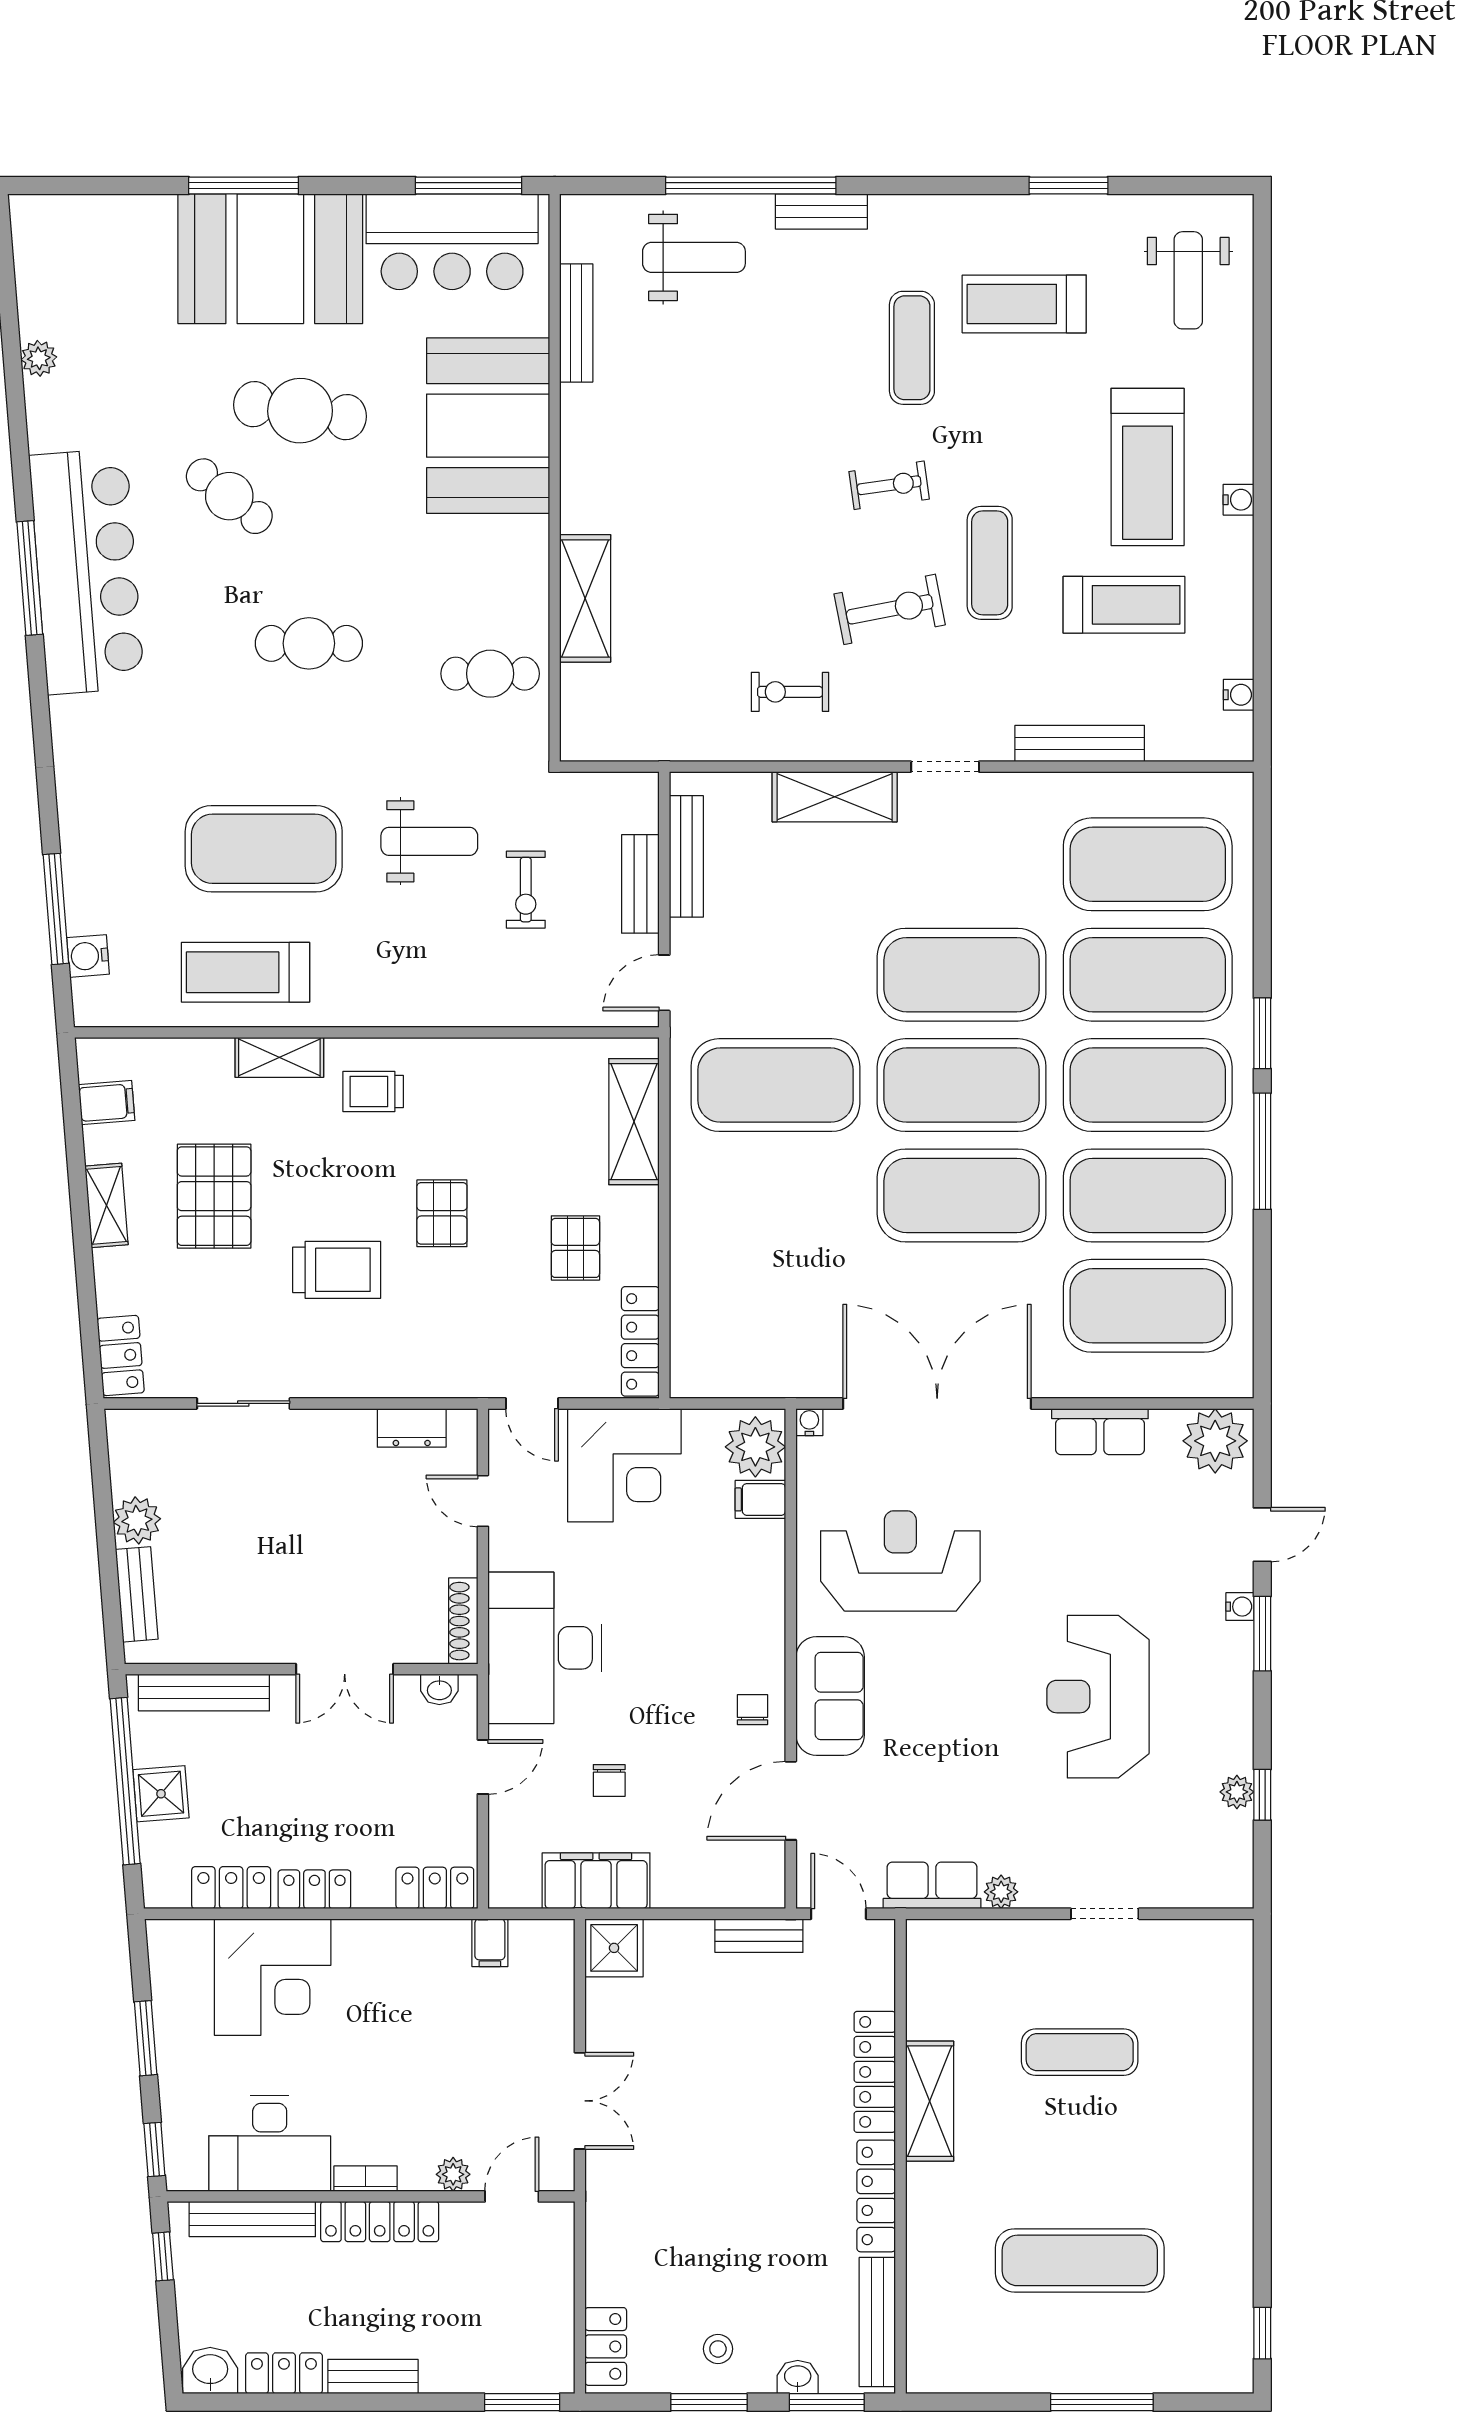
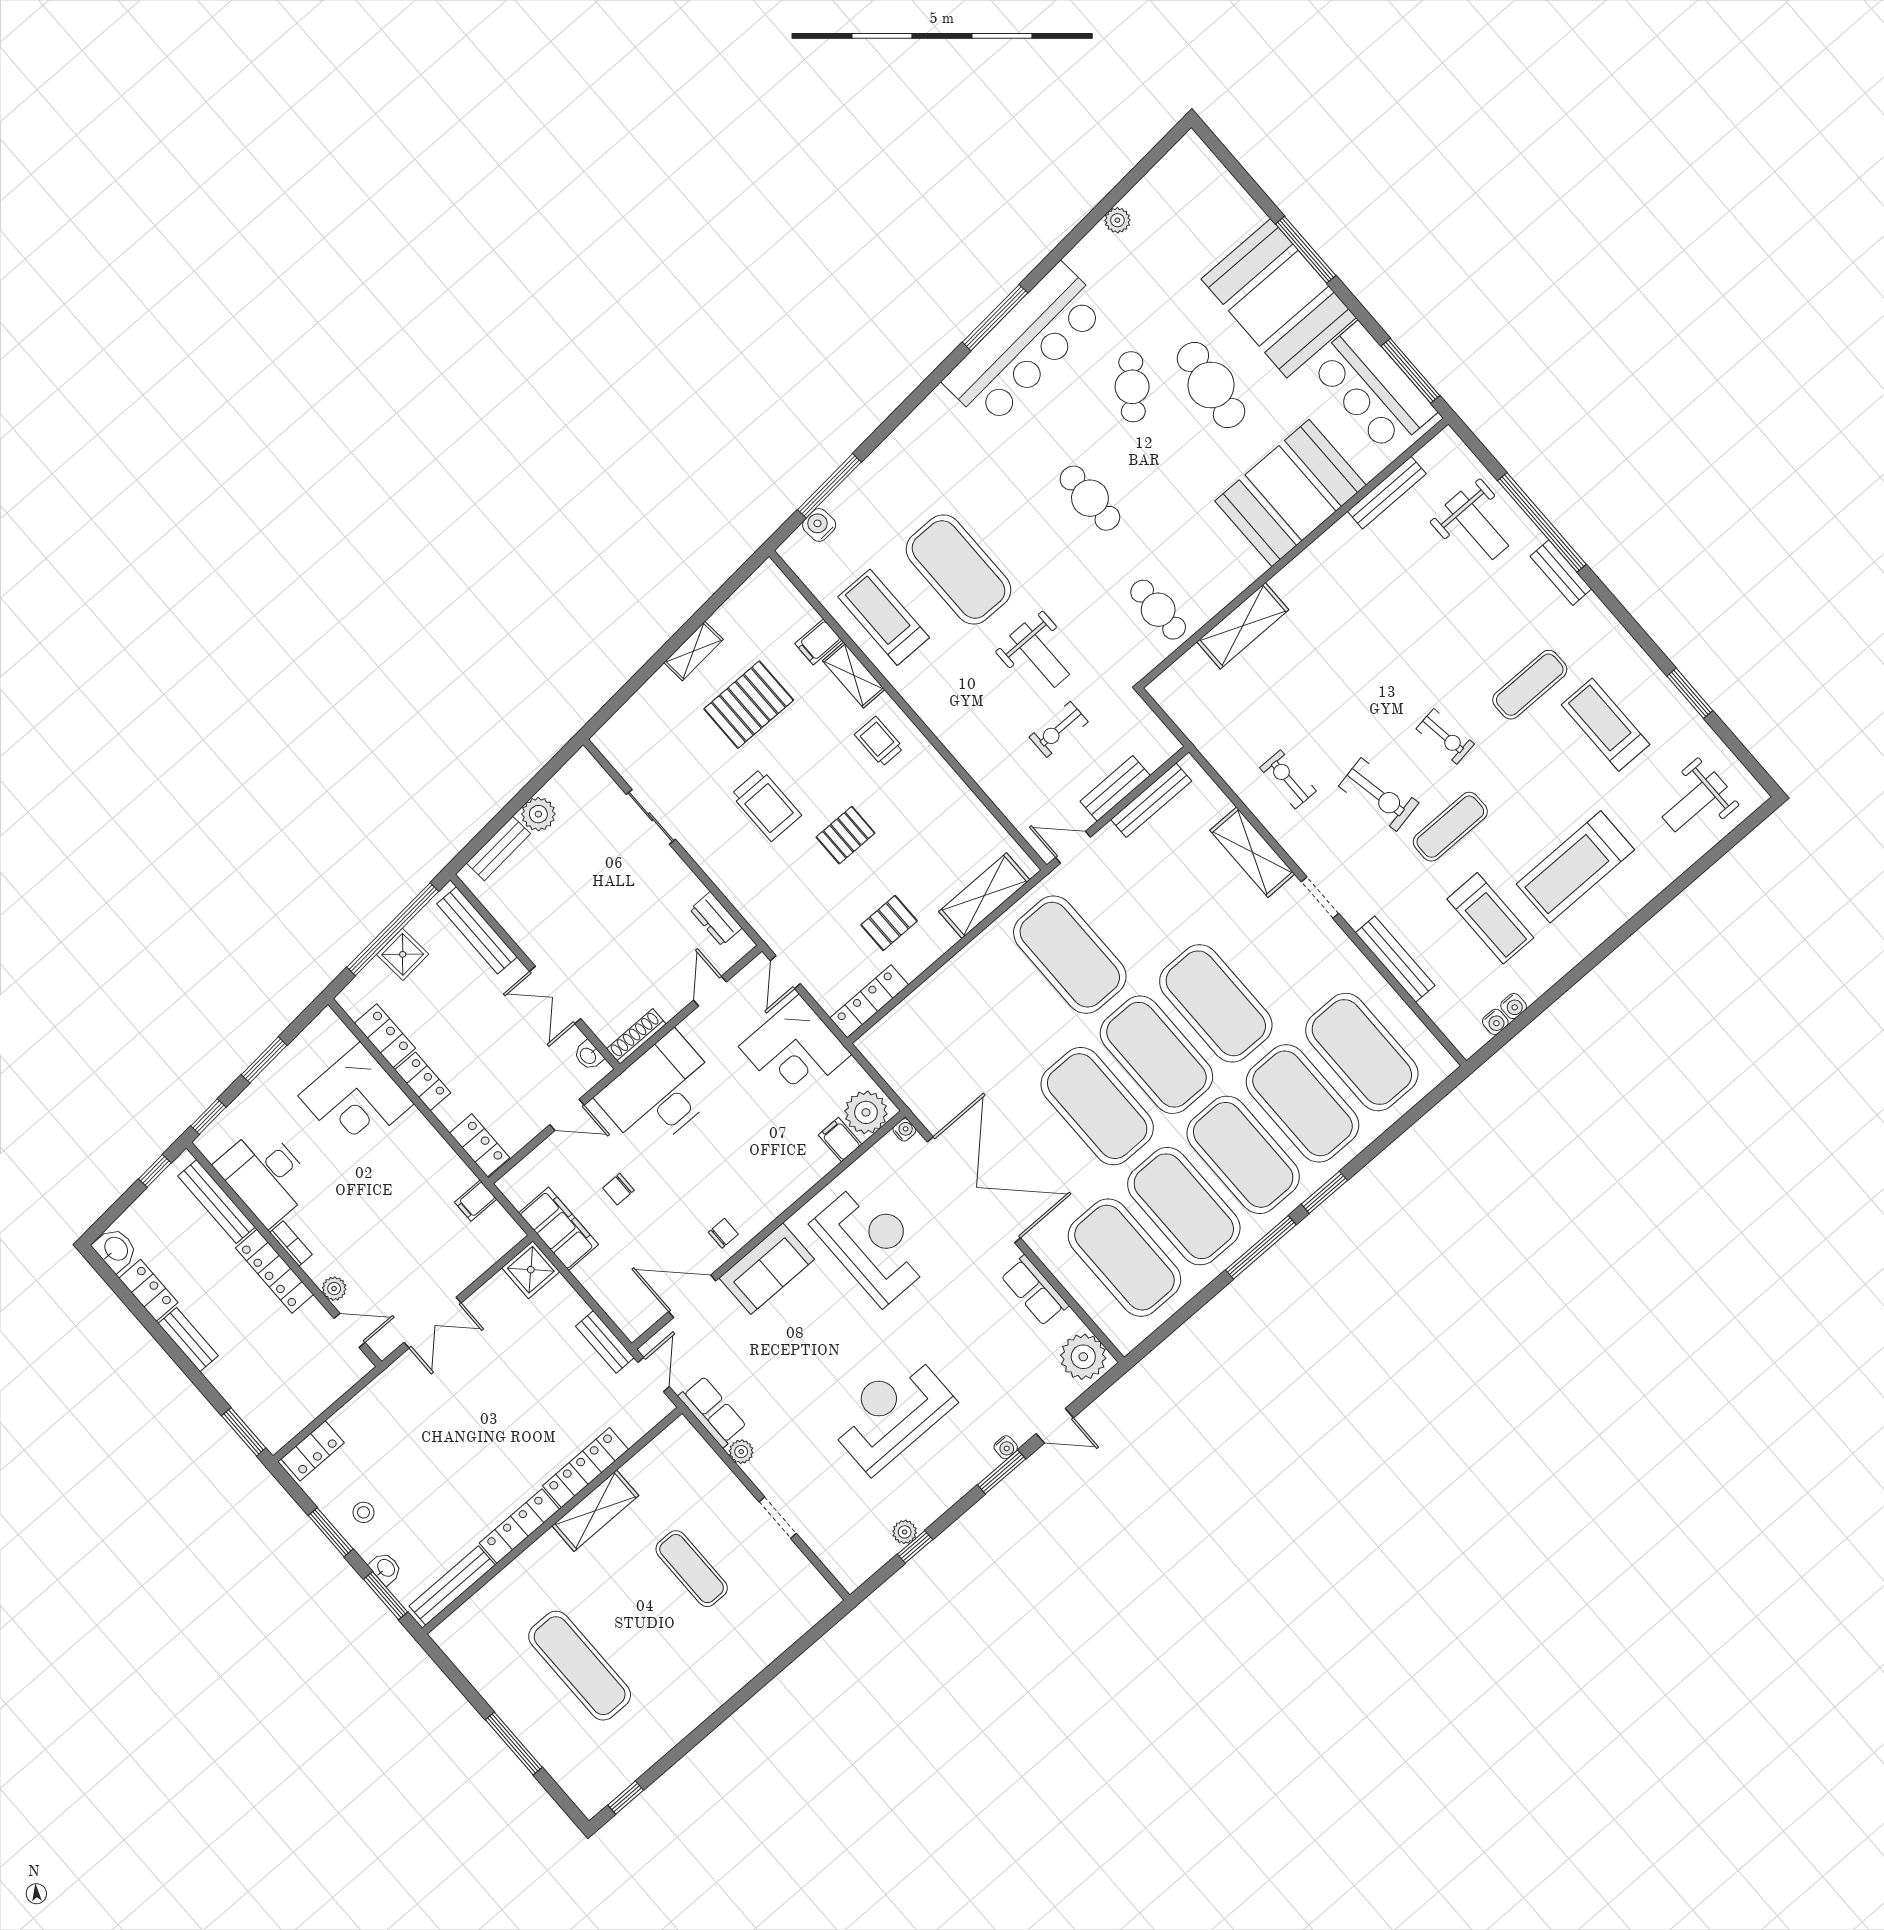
water cooler: (1239, 500) -> (1514, 1006), moved
filing cabinet: (107, 1103) -> (818, 642), moved, turned 95
locker: (121, 1356) -> (619, 729), removed

